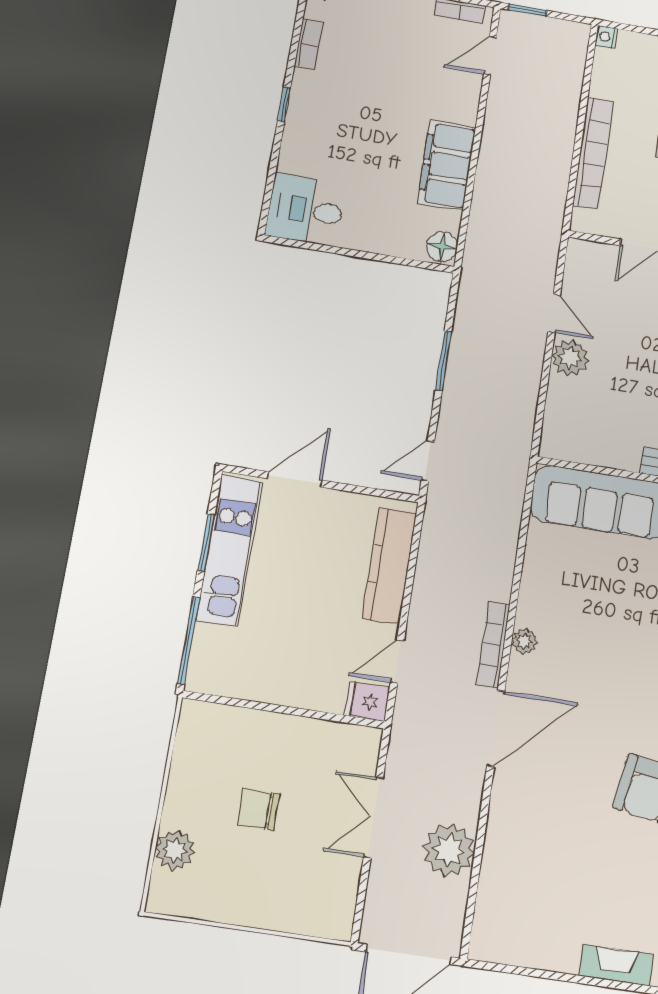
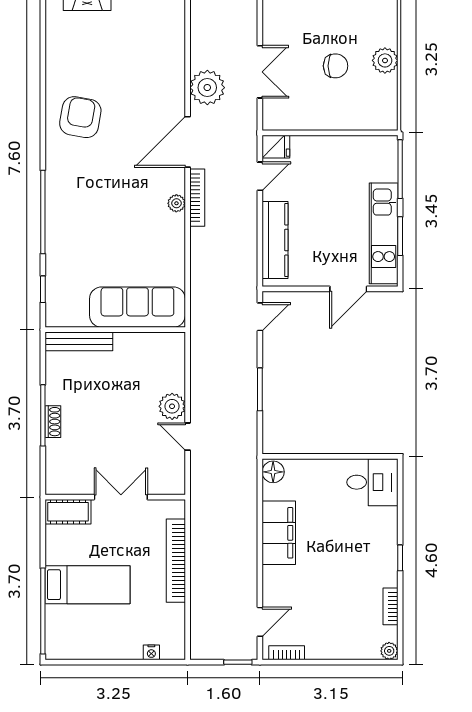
nightstand: (606, 37) -> (151, 652), moved, turned 90
plant: (175, 850) -> (385, 60), moved
plant: (449, 850) -> (207, 88), moved

